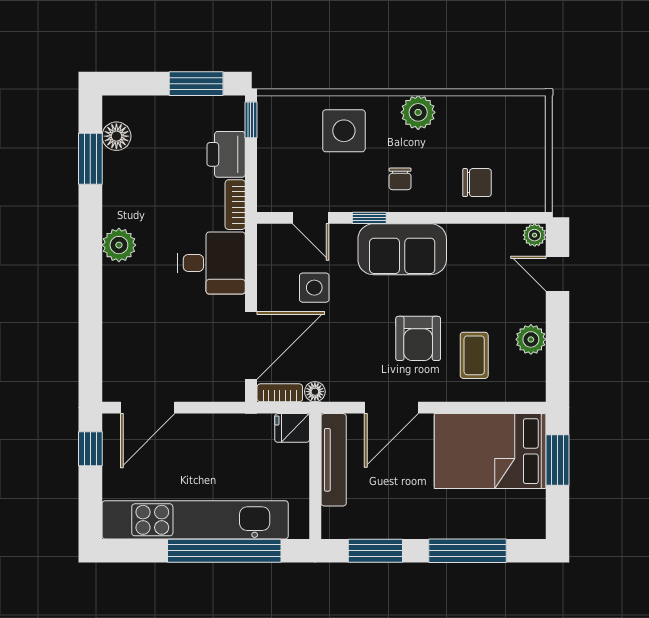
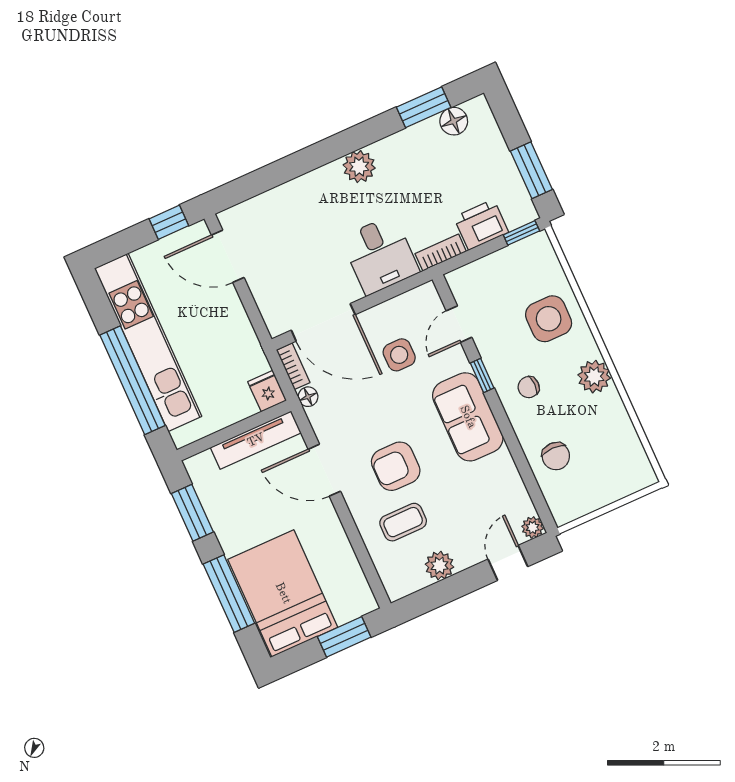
bed: (490, 451) -> (283, 593), moved

